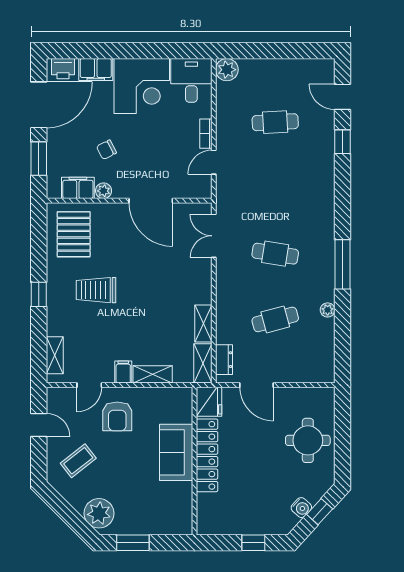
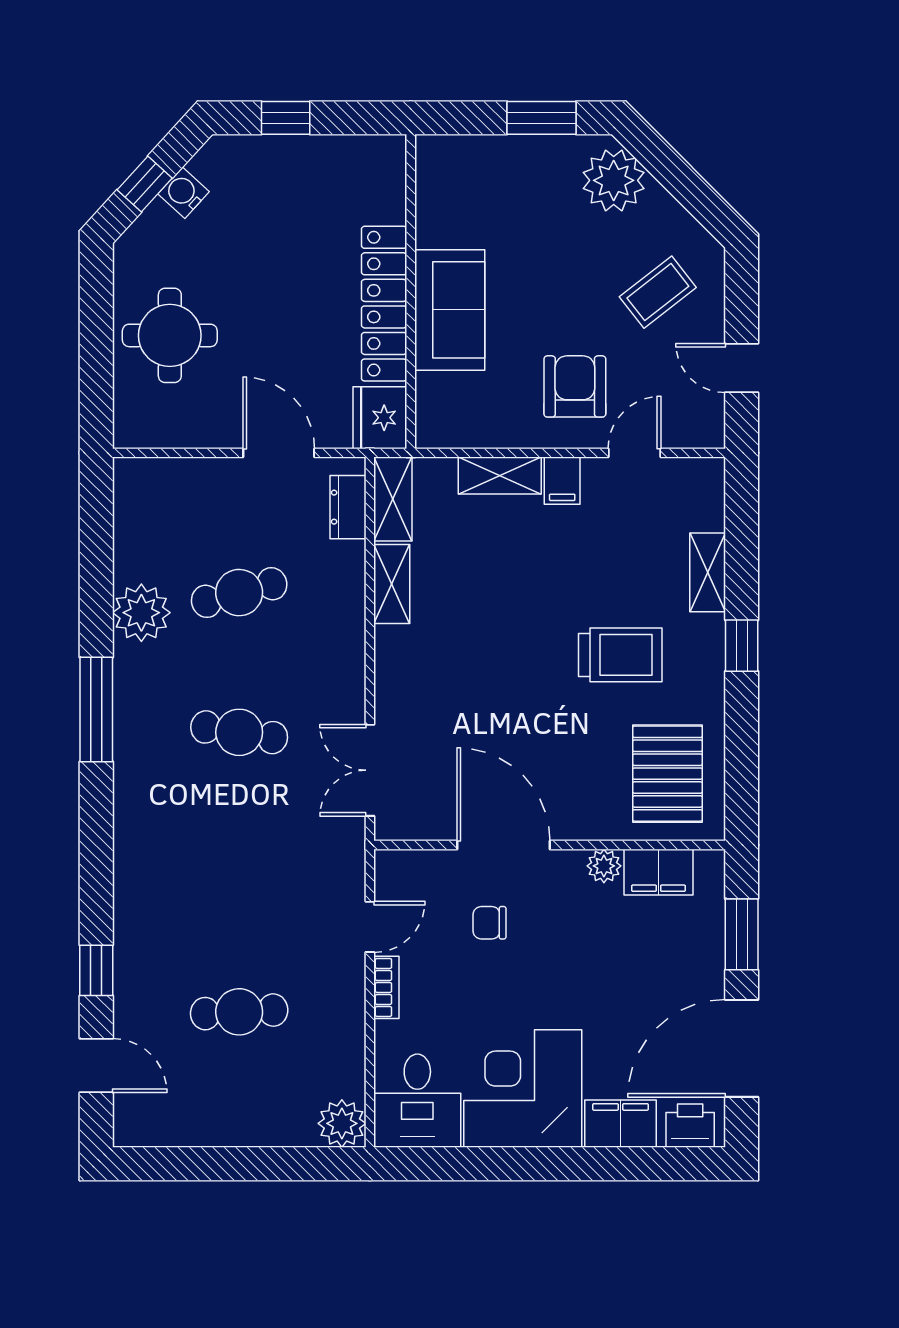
chair: (106, 150) -> (490, 923), moved, turned -153
double door: (214, 236) -> (370, 770), swing flipped
plant: (328, 310) -> (141, 613), width x1.88, depth x1.88
shelving: (55, 355) -> (708, 572), moved

